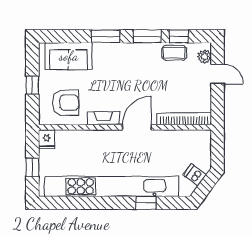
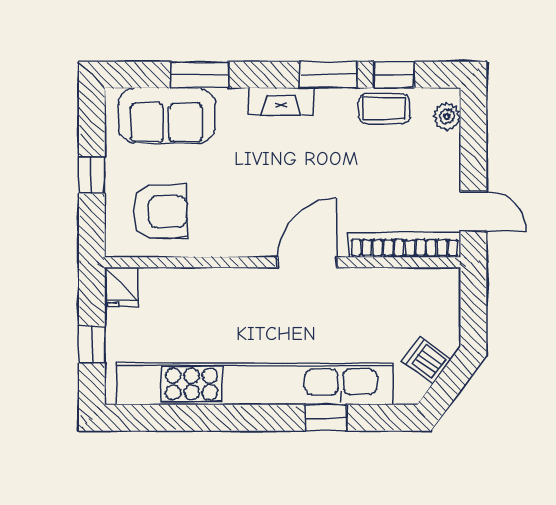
window: (106, 36) -> (200, 75), moved
door: (217, 74) -> (473, 211), moved
fireplace: (103, 118) -> (281, 101), moved, turned 180

